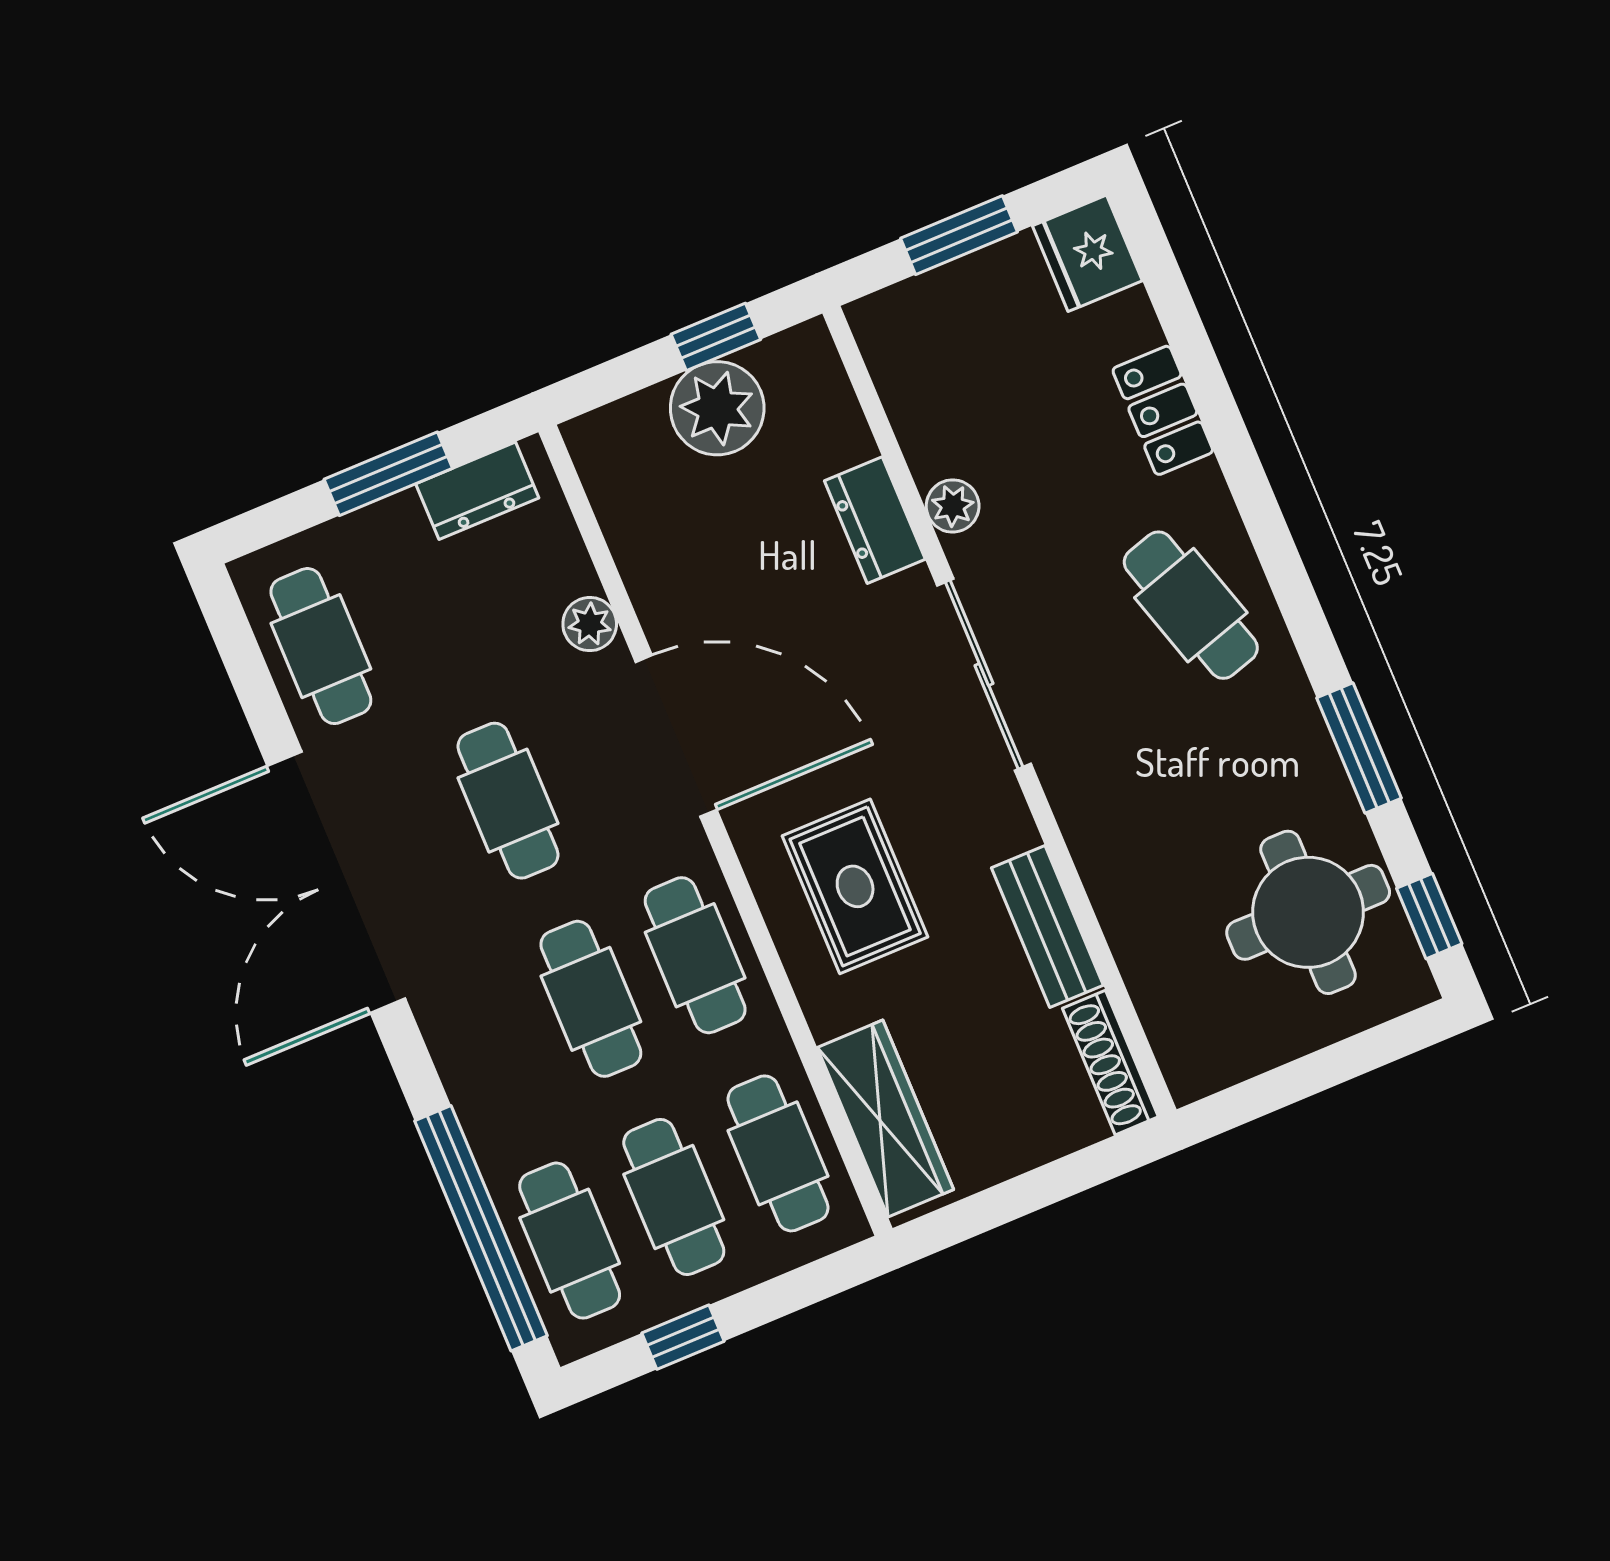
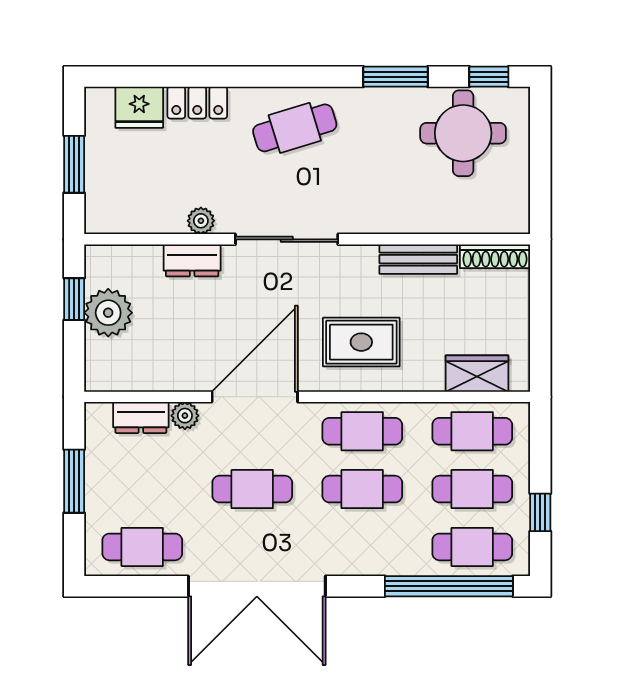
fridge: (1087, 253) -> (139, 107), moved
dresser: (477, 491) -> (141, 417), moved, turned 90
wardrobe: (885, 1119) -> (477, 374), width x0.67

